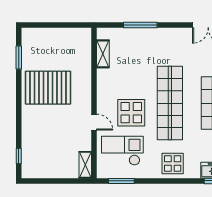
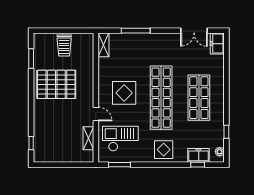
trolley: (57, 42) -> (64, 45), added
shelving: (103, 54) -> (103, 45), moved
display table: (131, 113) -> (124, 93), moved
shelving: (85, 165) -> (88, 138), moved

